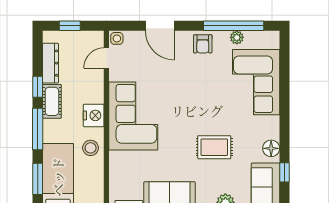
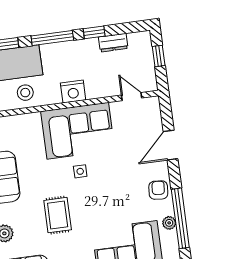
side table: (117, 38) -> (80, 171), moved
armchair: (203, 44) -> (158, 190), turned 95
dresser: (50, 63) -> (113, 43), width x0.70
cot: (52, 101) -> (81, 48), removed
stool: (91, 148) -> (25, 93), moved

